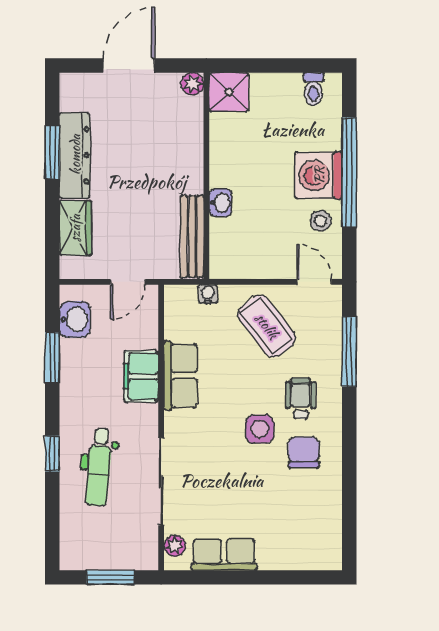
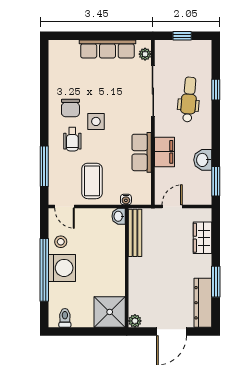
shower: (229, 92) -> (110, 312), width x1.36, depth x1.36
dresser: (75, 155) -> (203, 303), moved
washbasin: (221, 203) -> (119, 216), moved
washbasin: (75, 319) -> (203, 160), moved
coffee table: (267, 326) -> (92, 181), turned 38
window: (52, 357) -> (216, 181), moved
window: (52, 454) -> (216, 90), moved
row of seats: (224, 555) -> (107, 49), width x1.48
window: (111, 577) -> (182, 36), width x0.67

